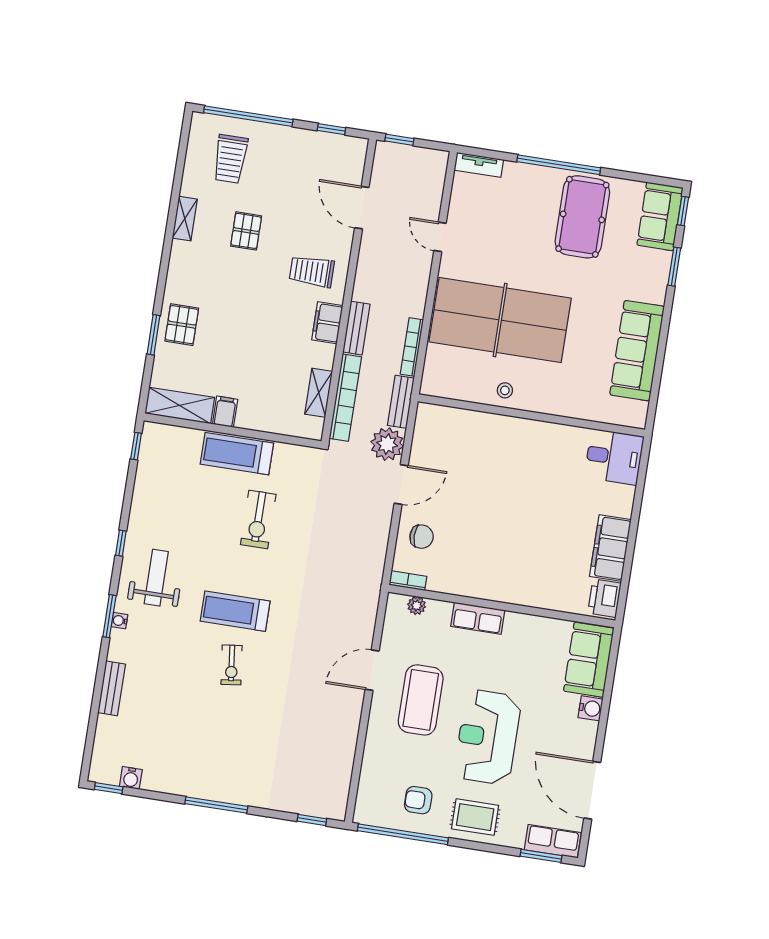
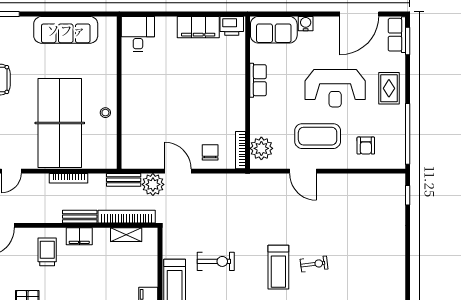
trolley: (312, 271) -> (47, 252), turned 180
bookcase: (412, 347) -> (69, 178), moved
bookcase: (408, 581) -> (241, 150), width x1.56
plant: (417, 606) -> (261, 148), width x1.87, depth x1.87
row of seats: (478, 618) -> (258, 80), moved
armchair: (418, 800) -> (366, 146), moved
window: (216, 805) -> (408, 260), removed

